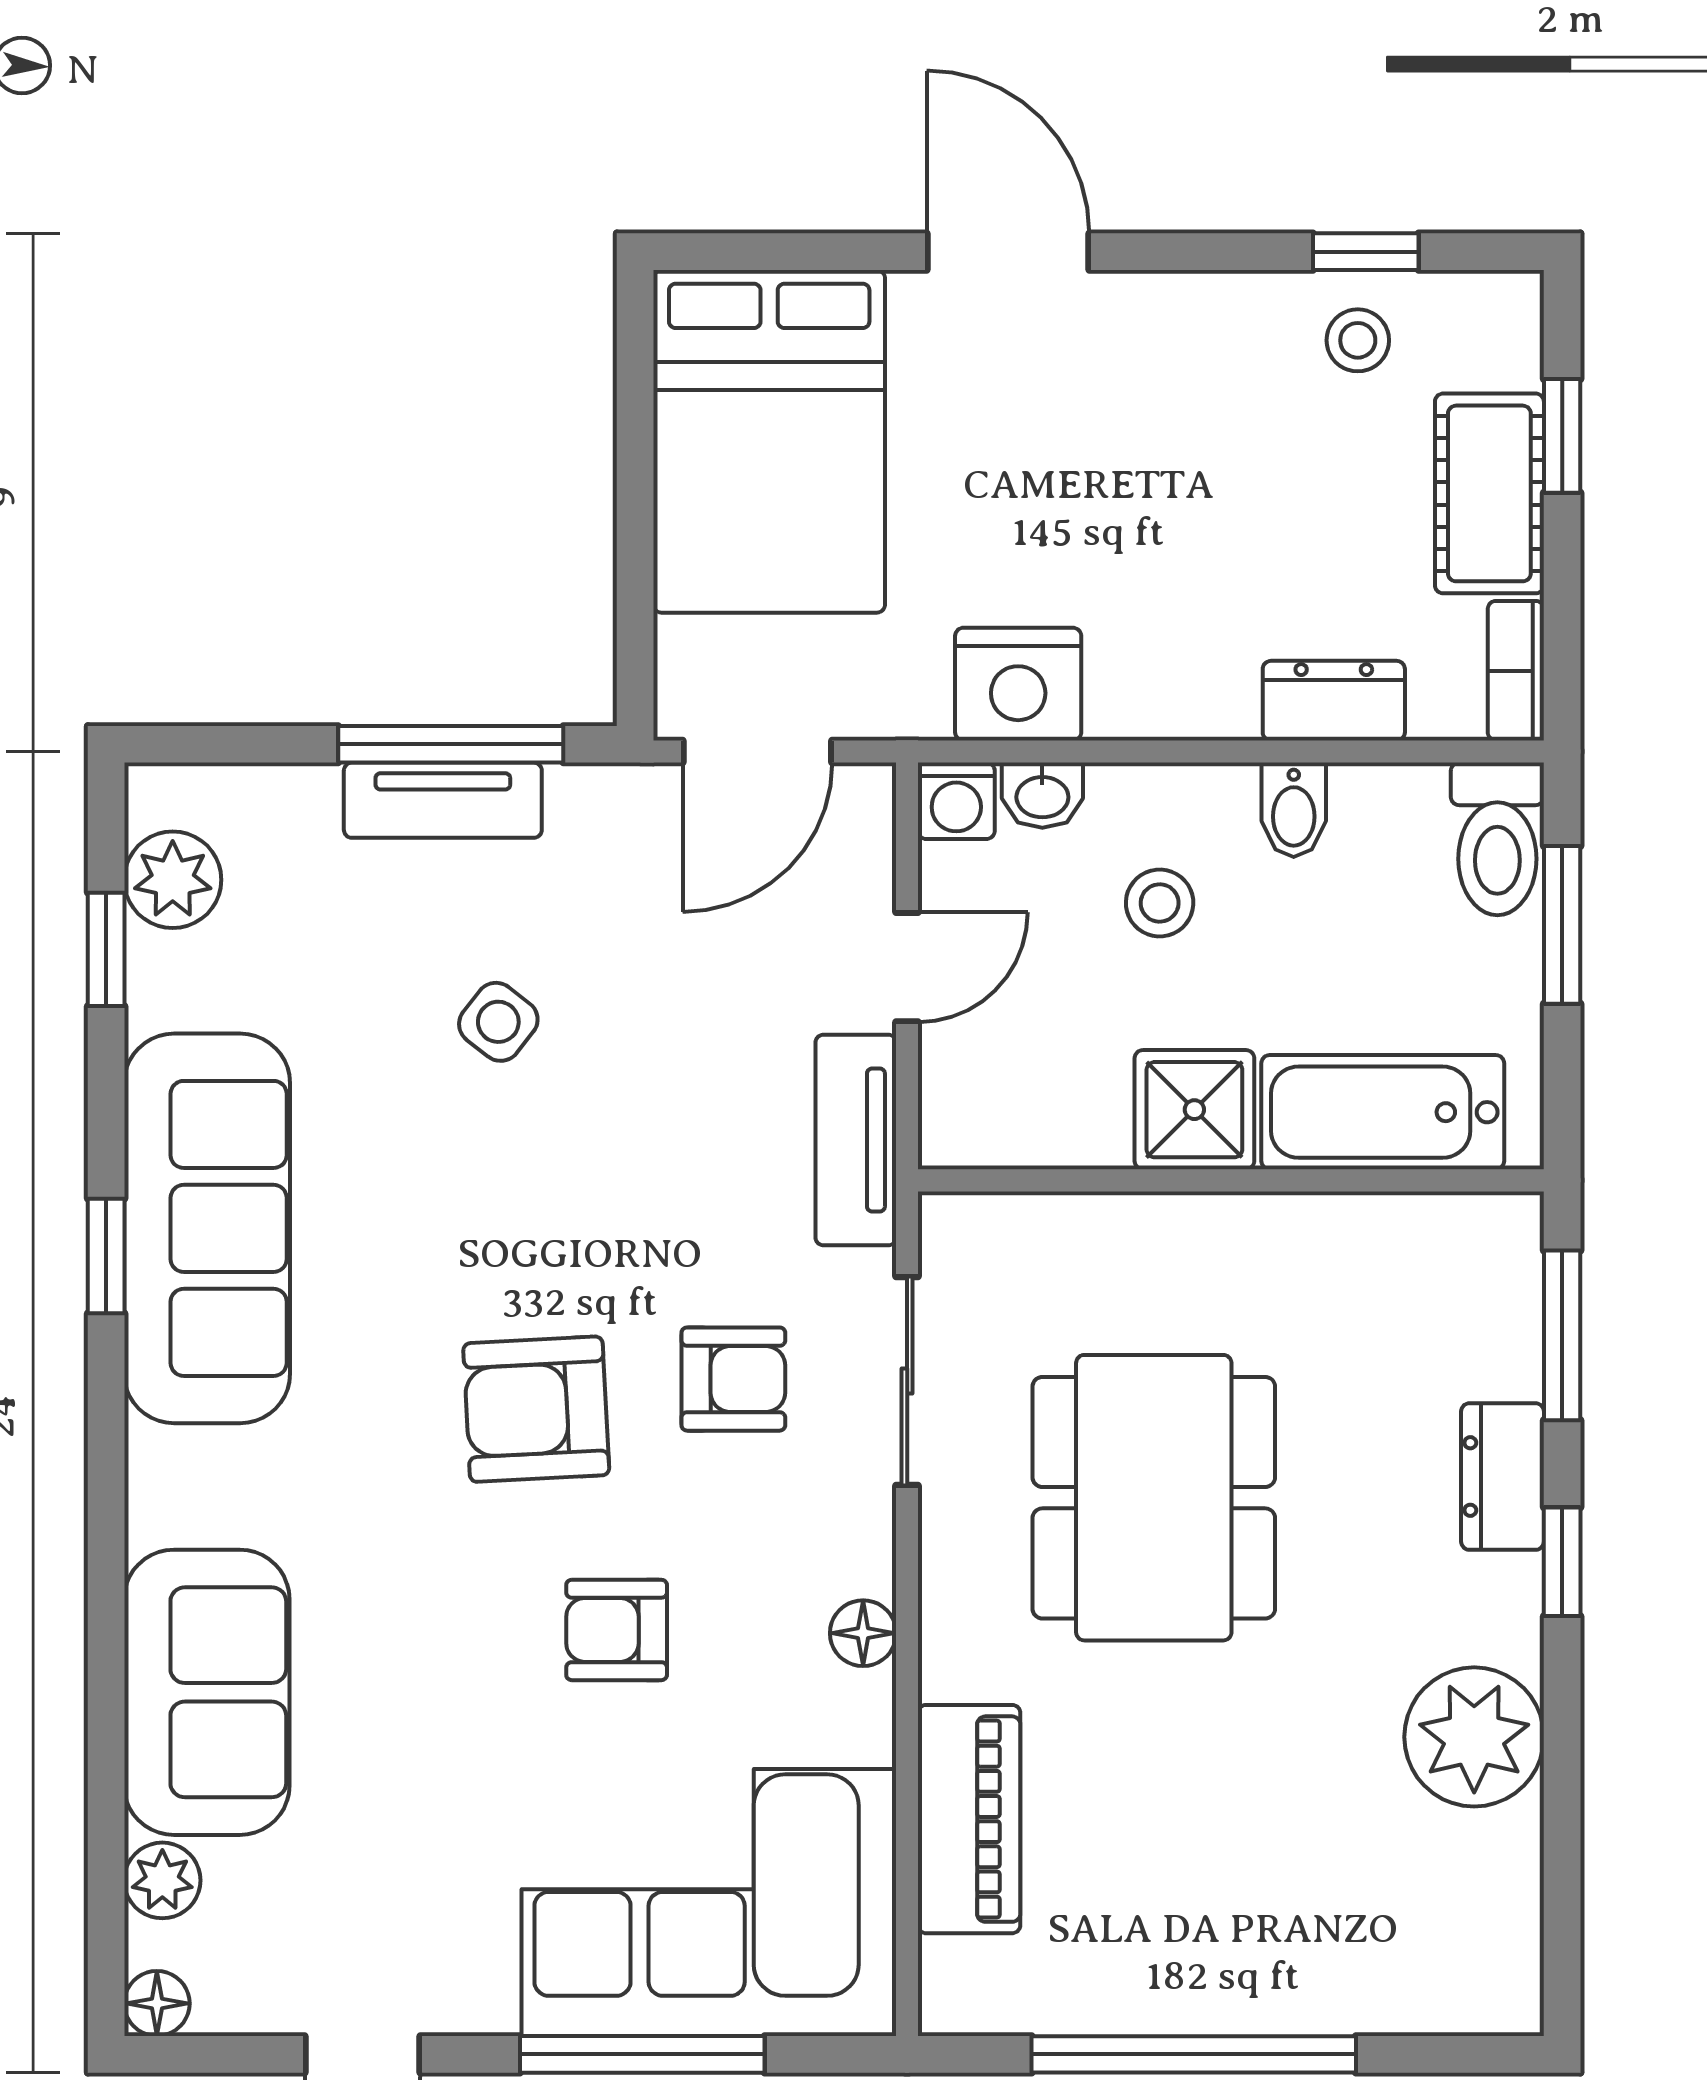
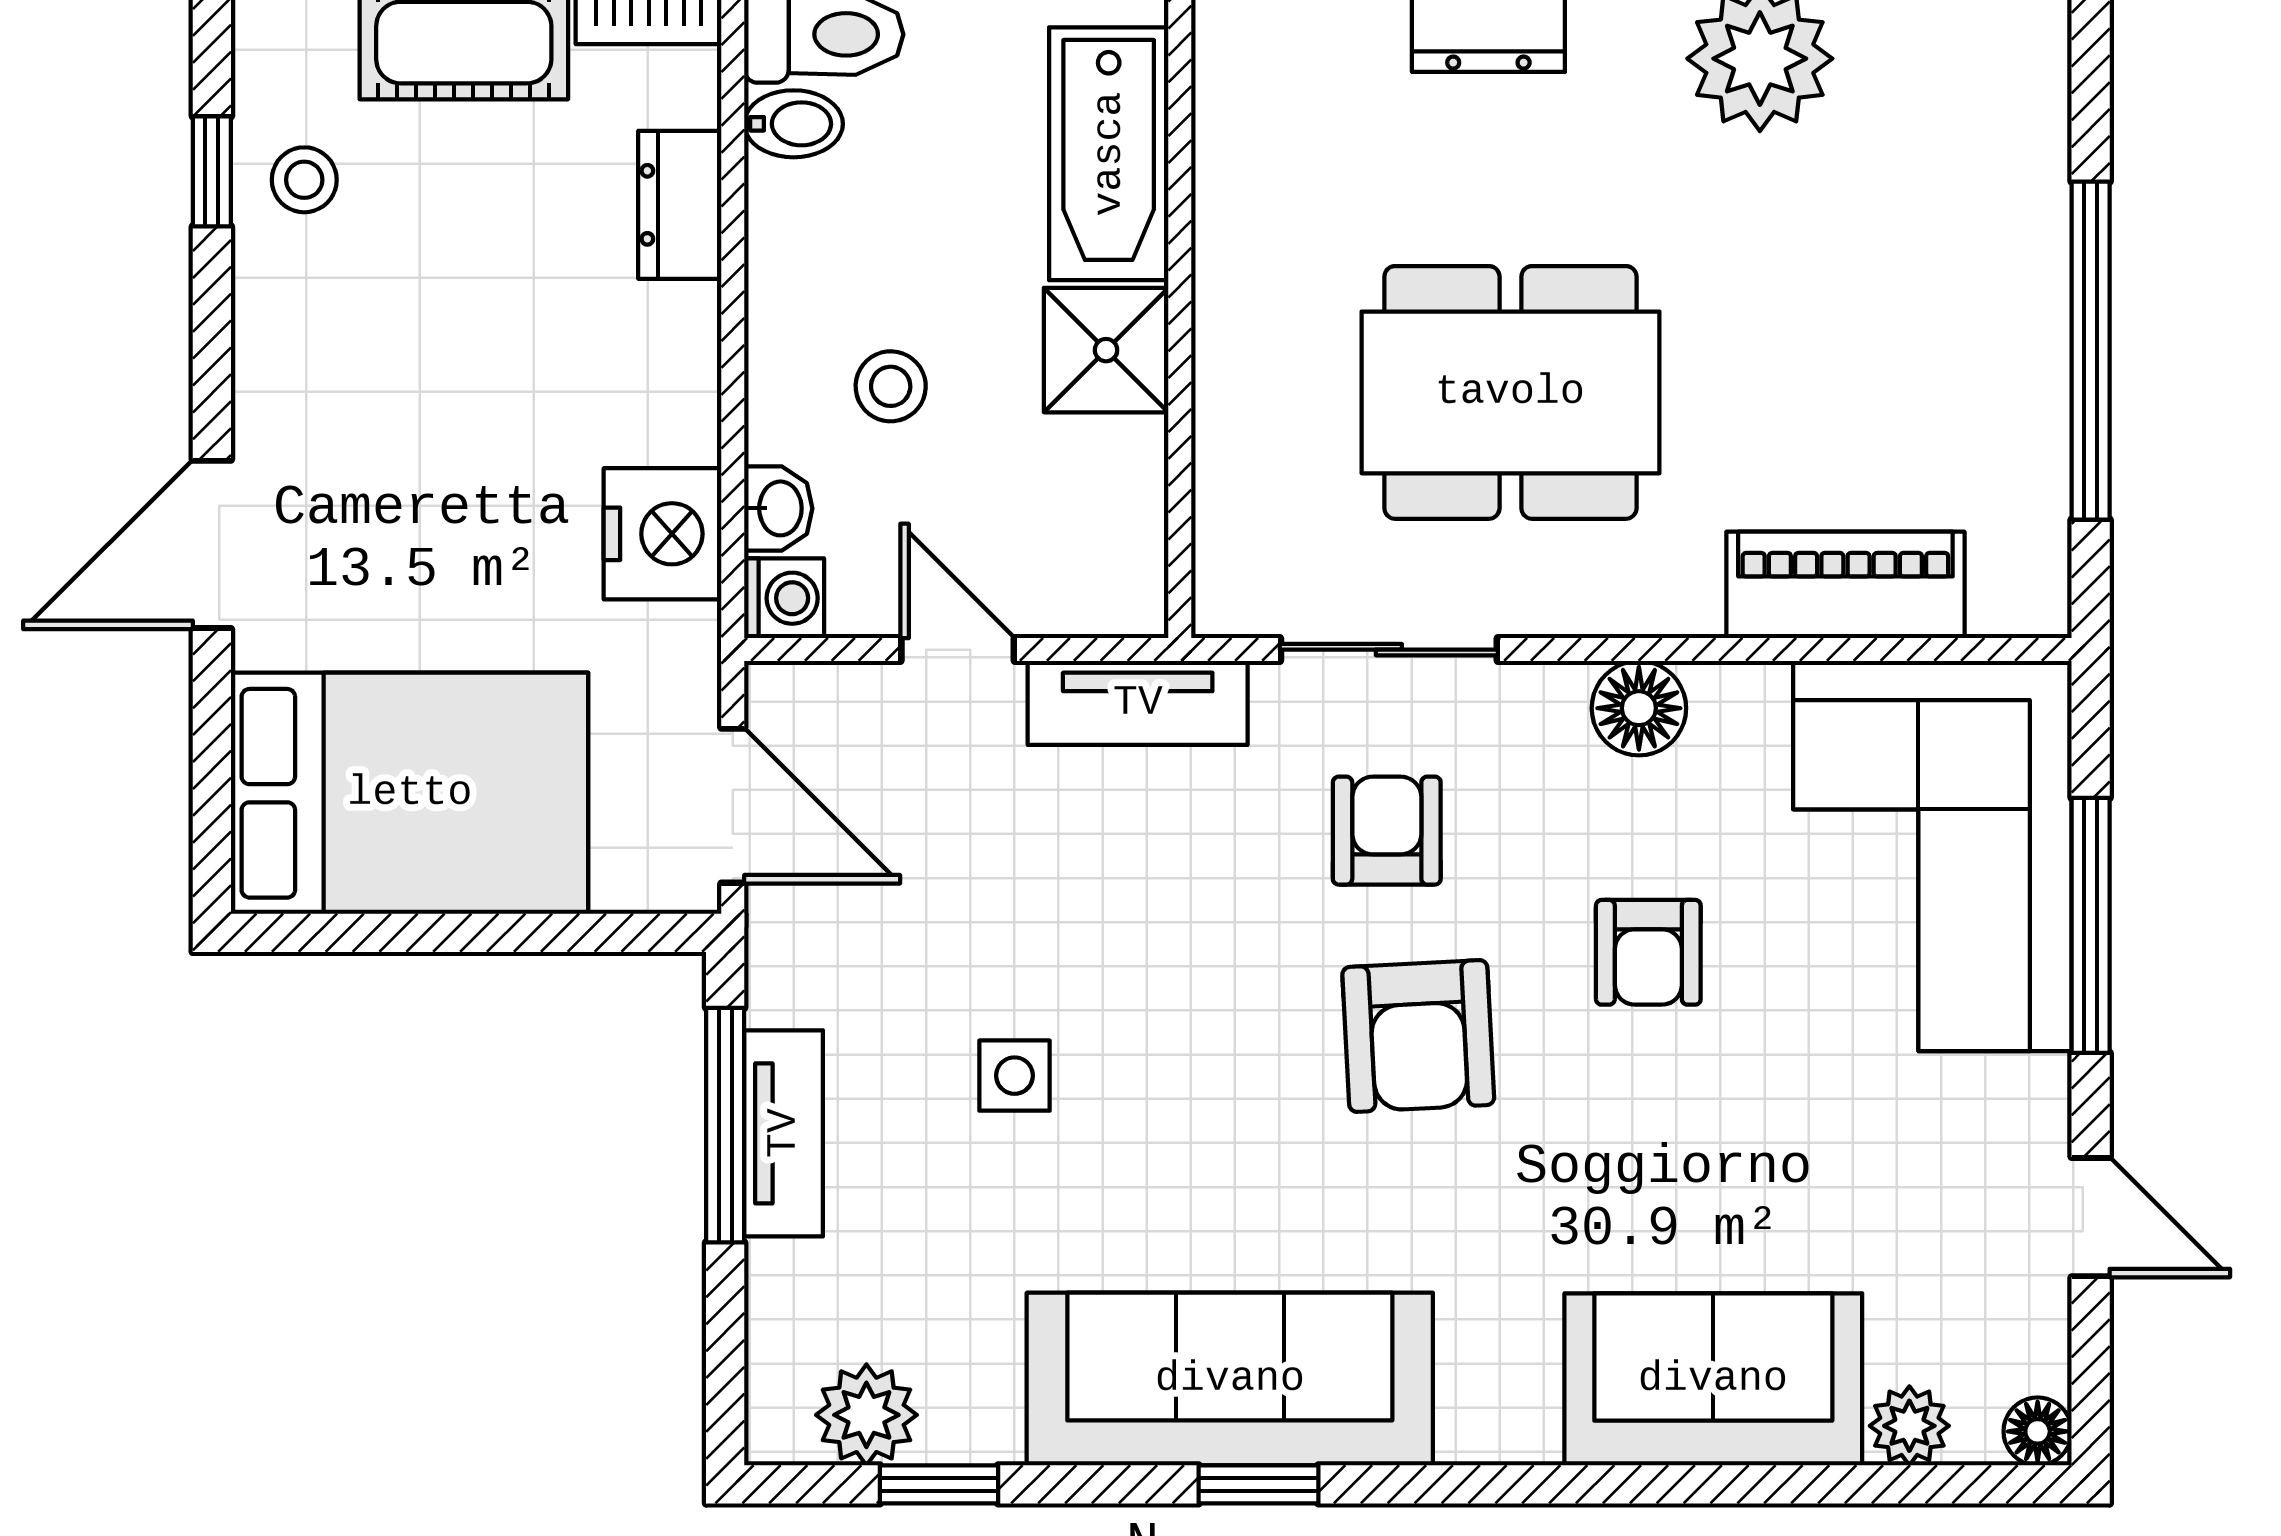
bidet: (1294, 810) -> (794, 124), moved
side table: (498, 1022) -> (1015, 1076), turned -38
floor lamp: (863, 1633) -> (1639, 708), width x1.37, depth x1.37

